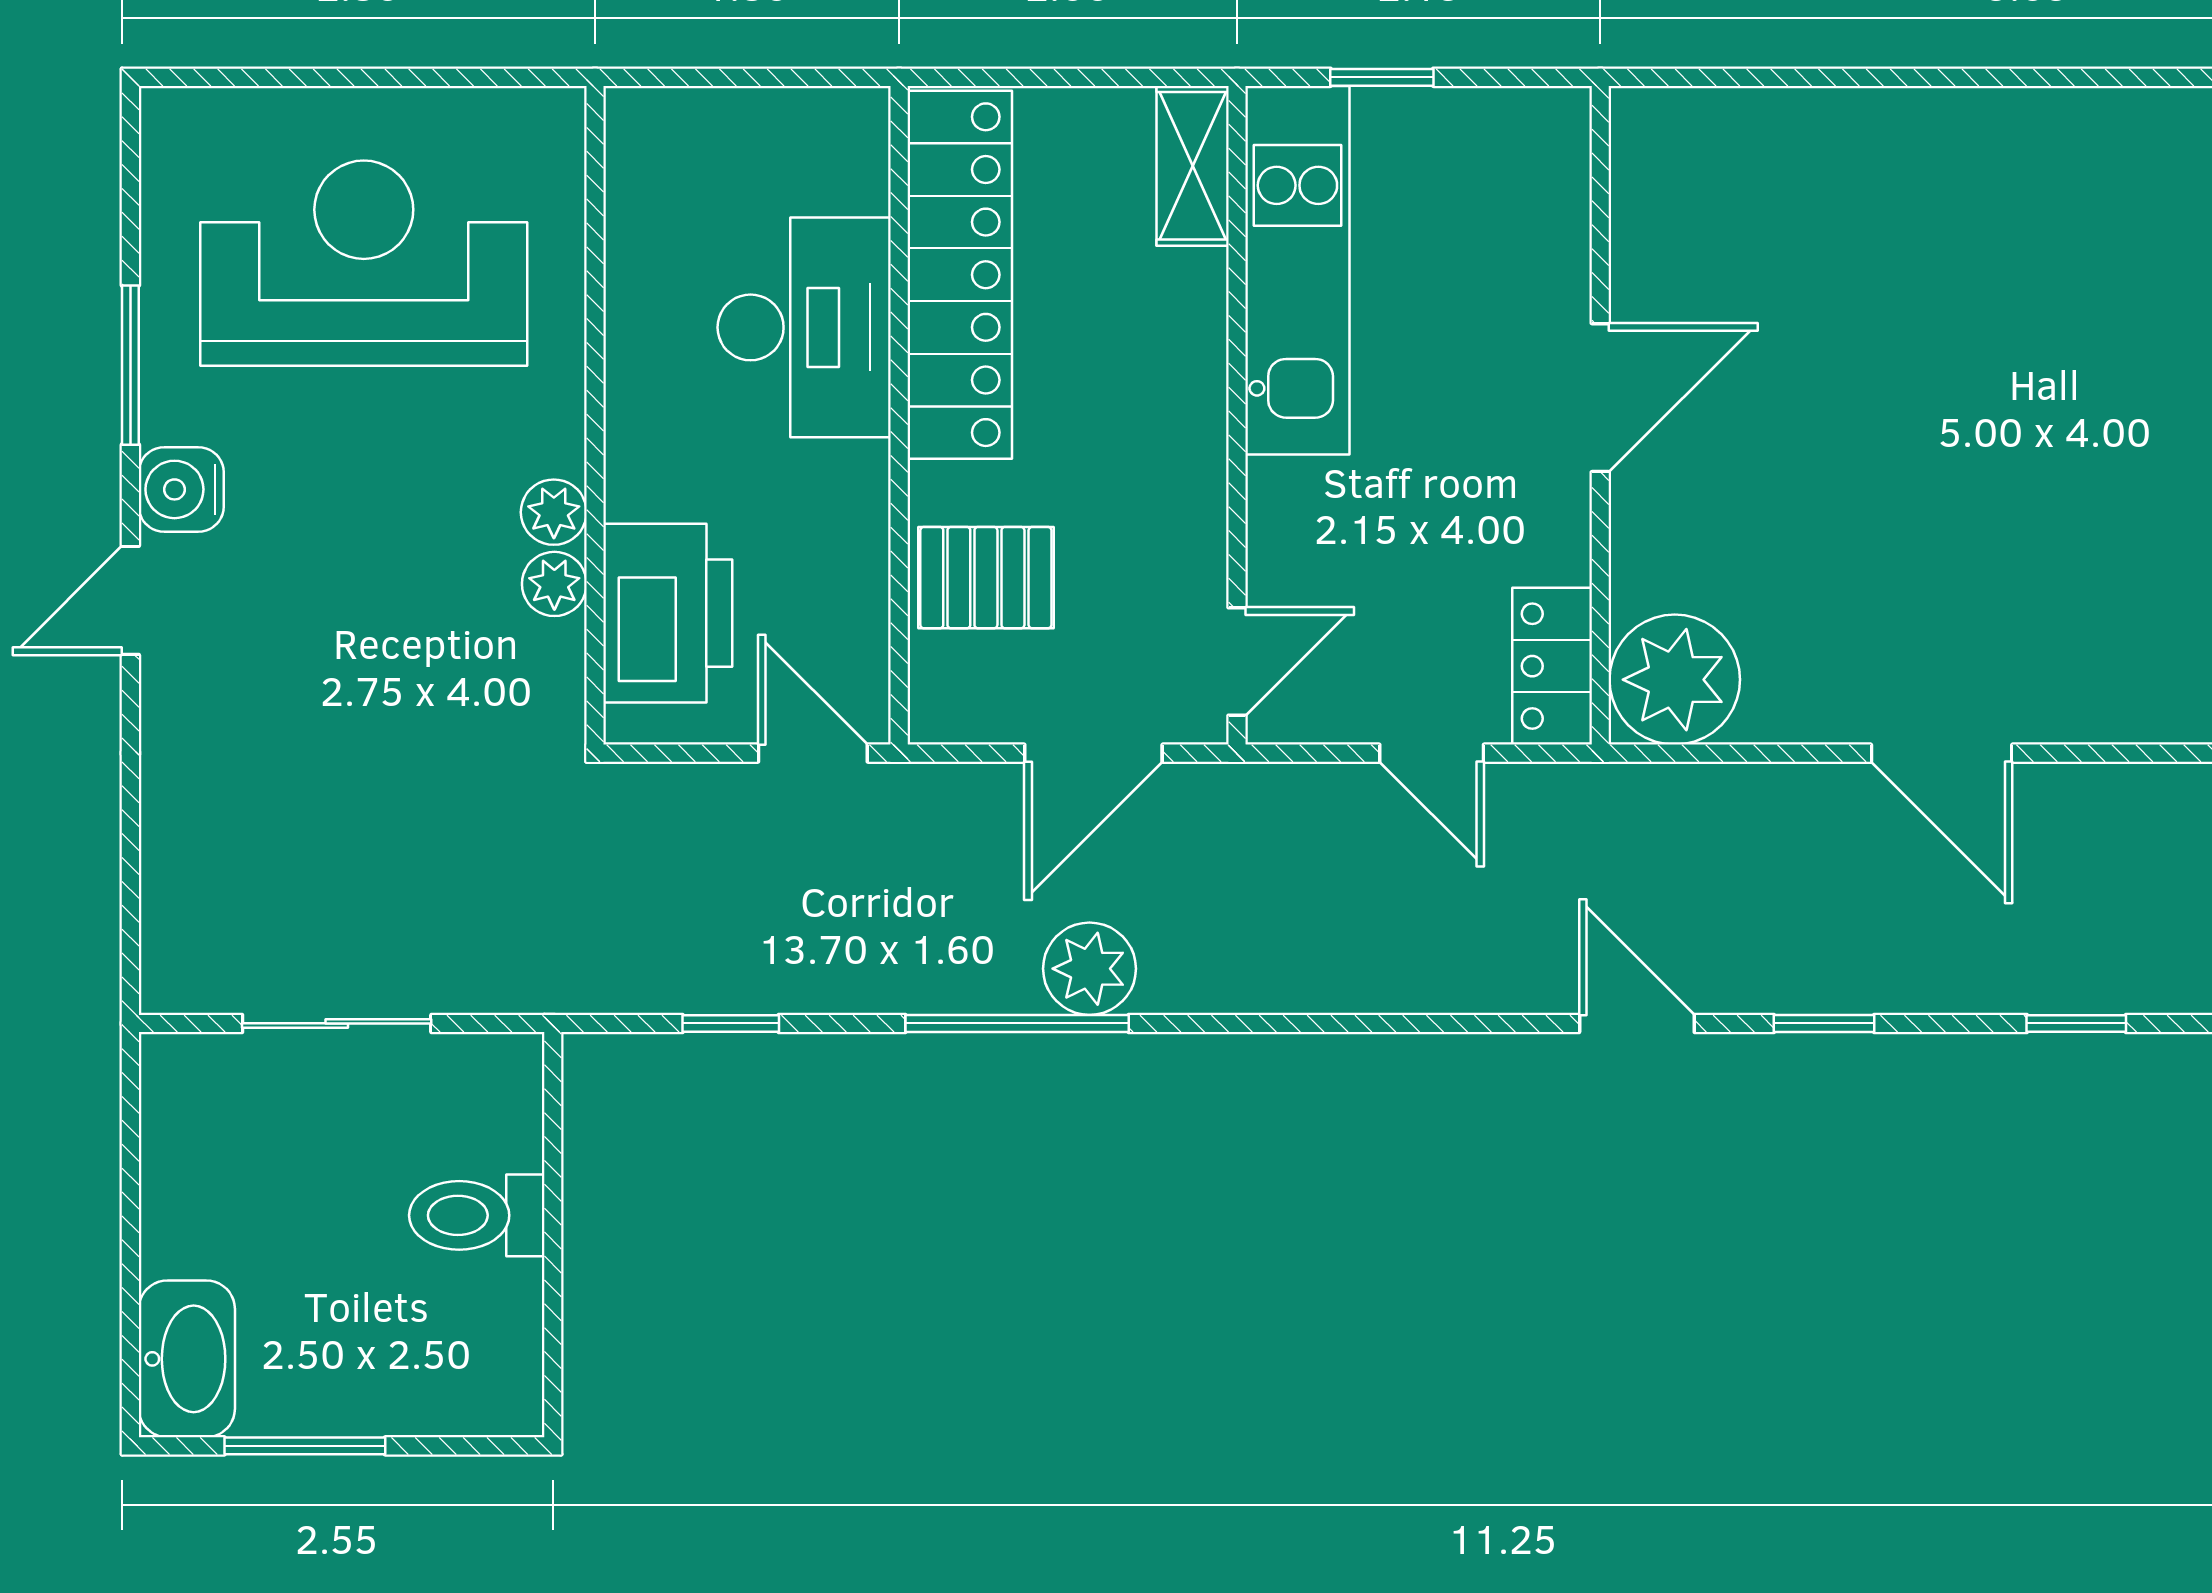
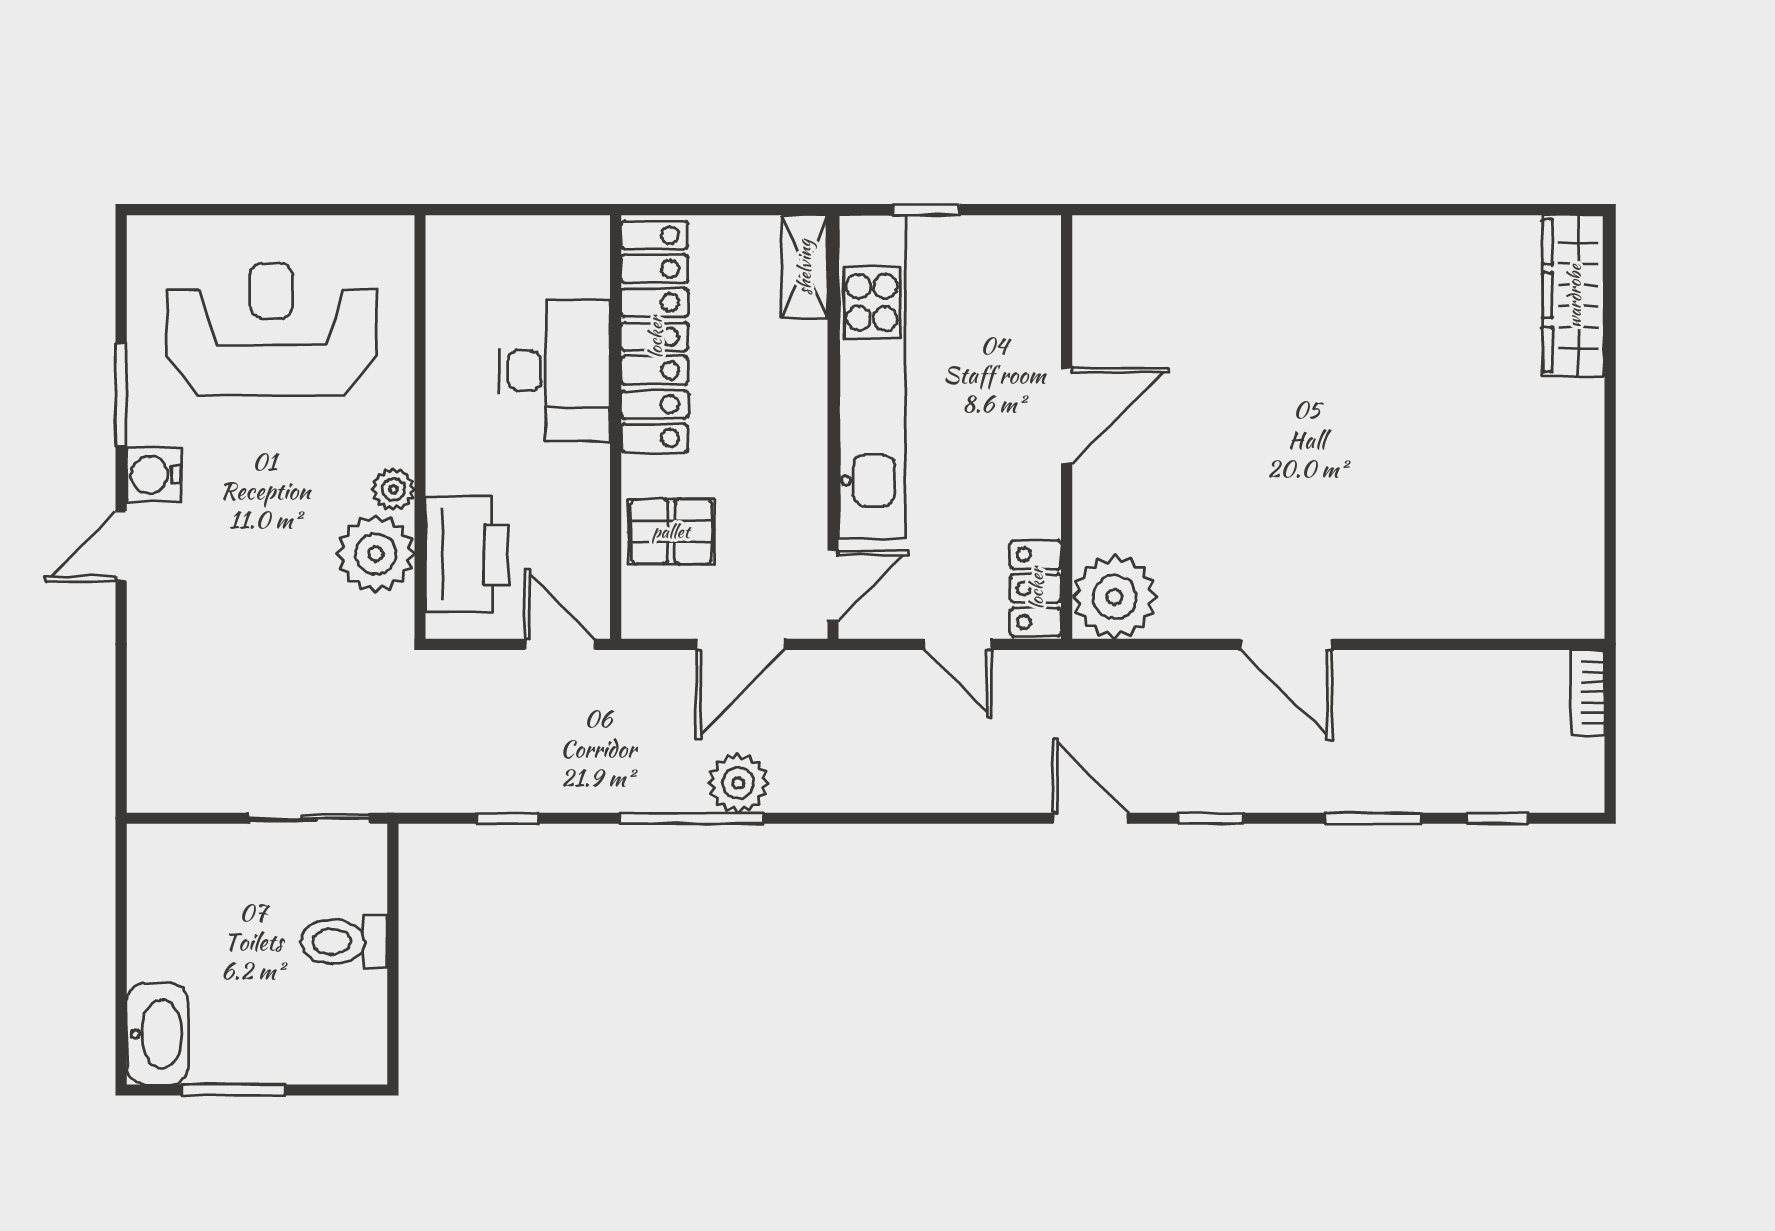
kitchen unit: (1297, 270) -> (872, 377), width x1.36
plant: (554, 584) -> (376, 554), width x1.88, depth x1.88
sliding door: (337, 1023) -> (309, 818), moved
window: (2076, 1023) -> (1373, 818), width x1.50

